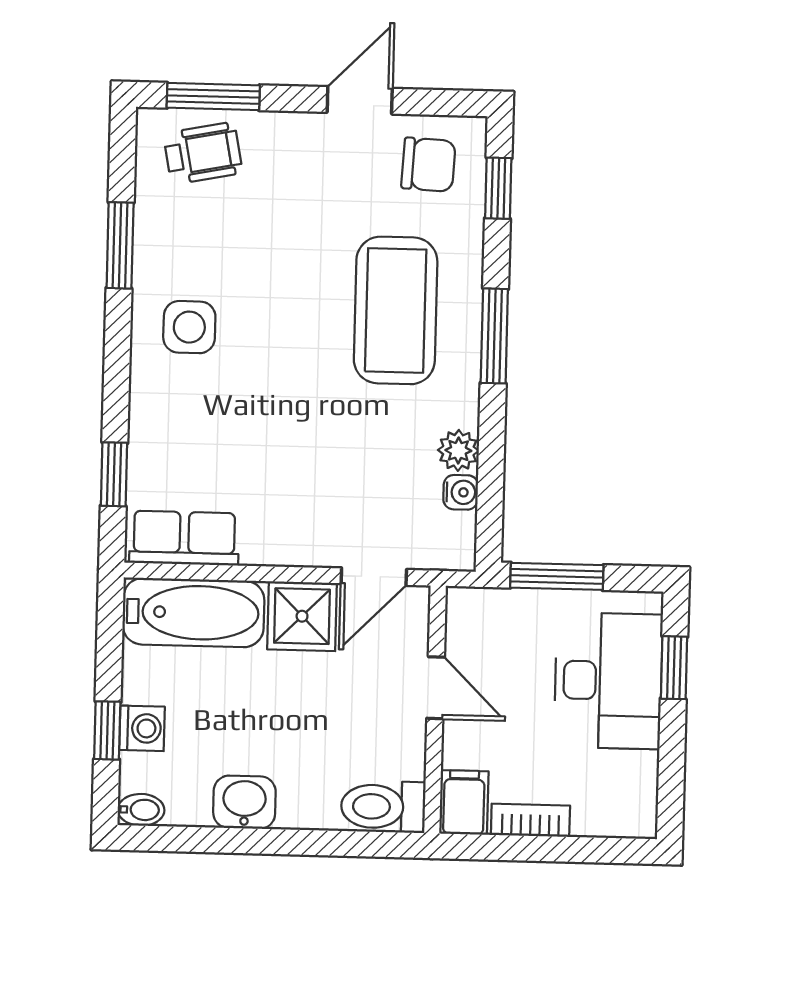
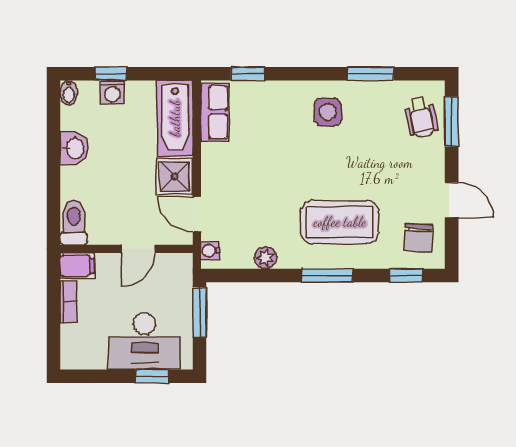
water cooler: (461, 492) -> (210, 251), moved, turned 90

